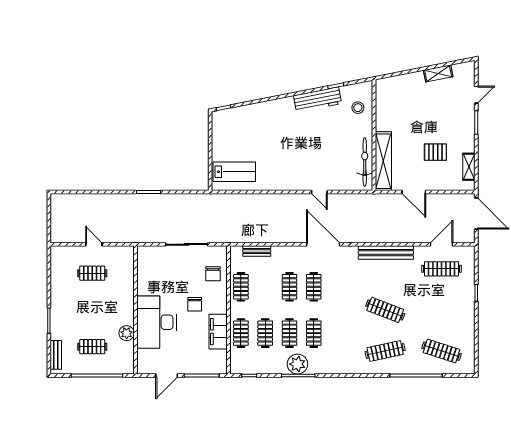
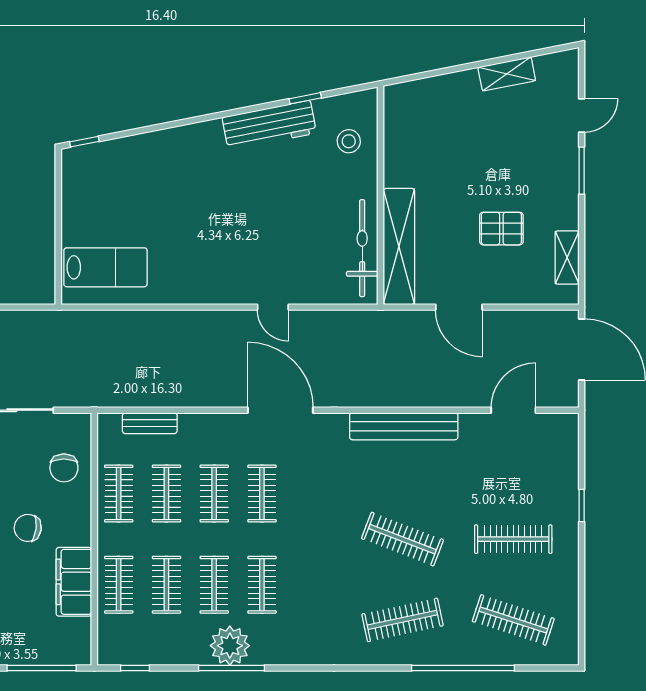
clothes rail: (442, 269) -> (513, 539), moved
clothes rail: (265, 287) -> (166, 494), added
chair: (195, 304) -> (28, 528), turned 97

